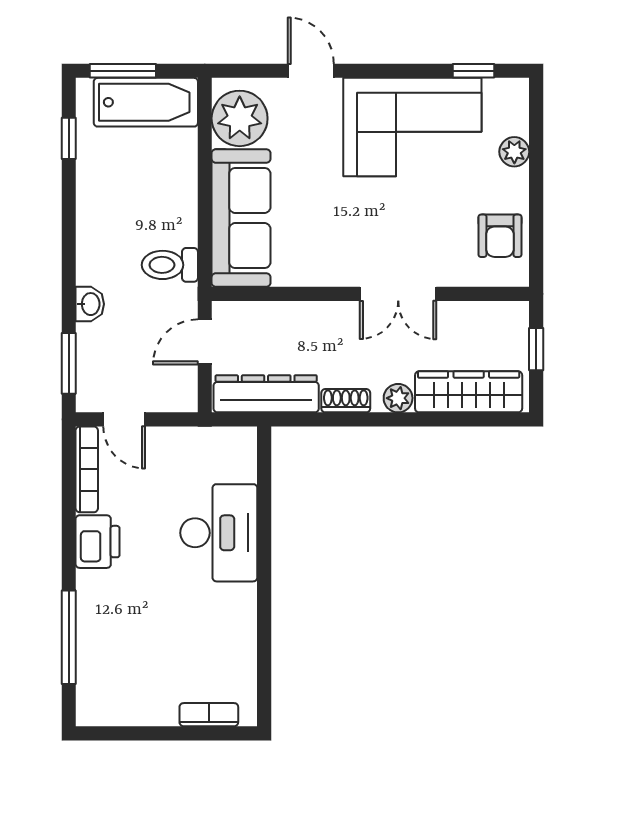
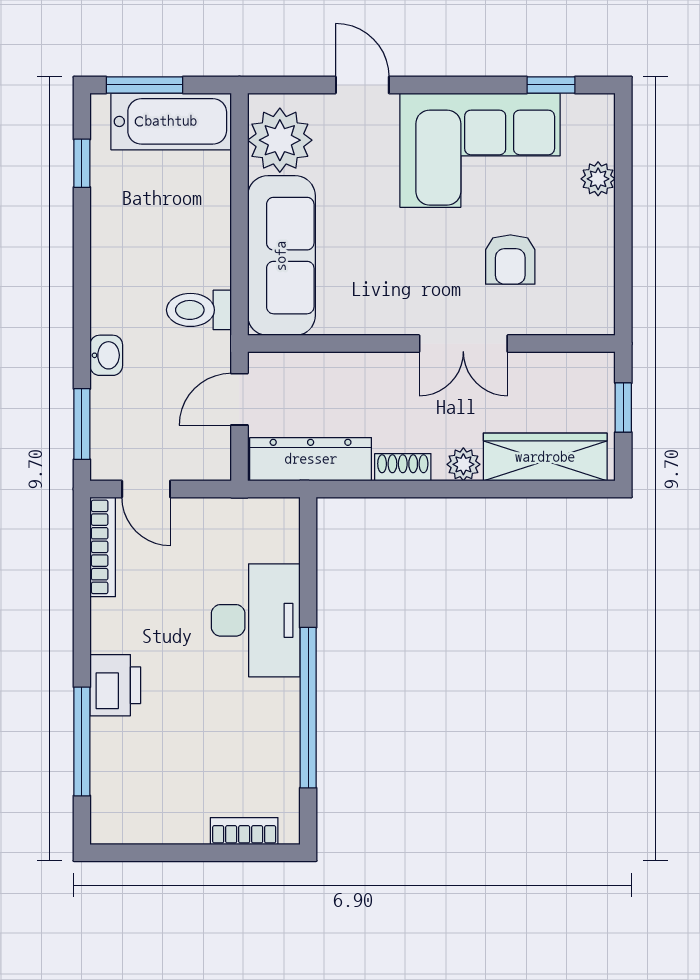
armchair: (500, 236) -> (510, 260), moved
printer: (98, 542) -> (115, 685), moved
window: (264, 608) -> (308, 708), added

